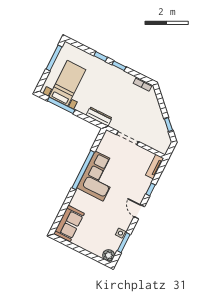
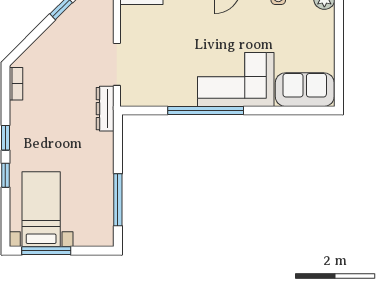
bed with nightstands: (67, 83) -> (41, 209), moved, turned 90
dresser: (99, 117) -> (105, 109), moved
corner sofa: (99, 176) -> (236, 79), moved

